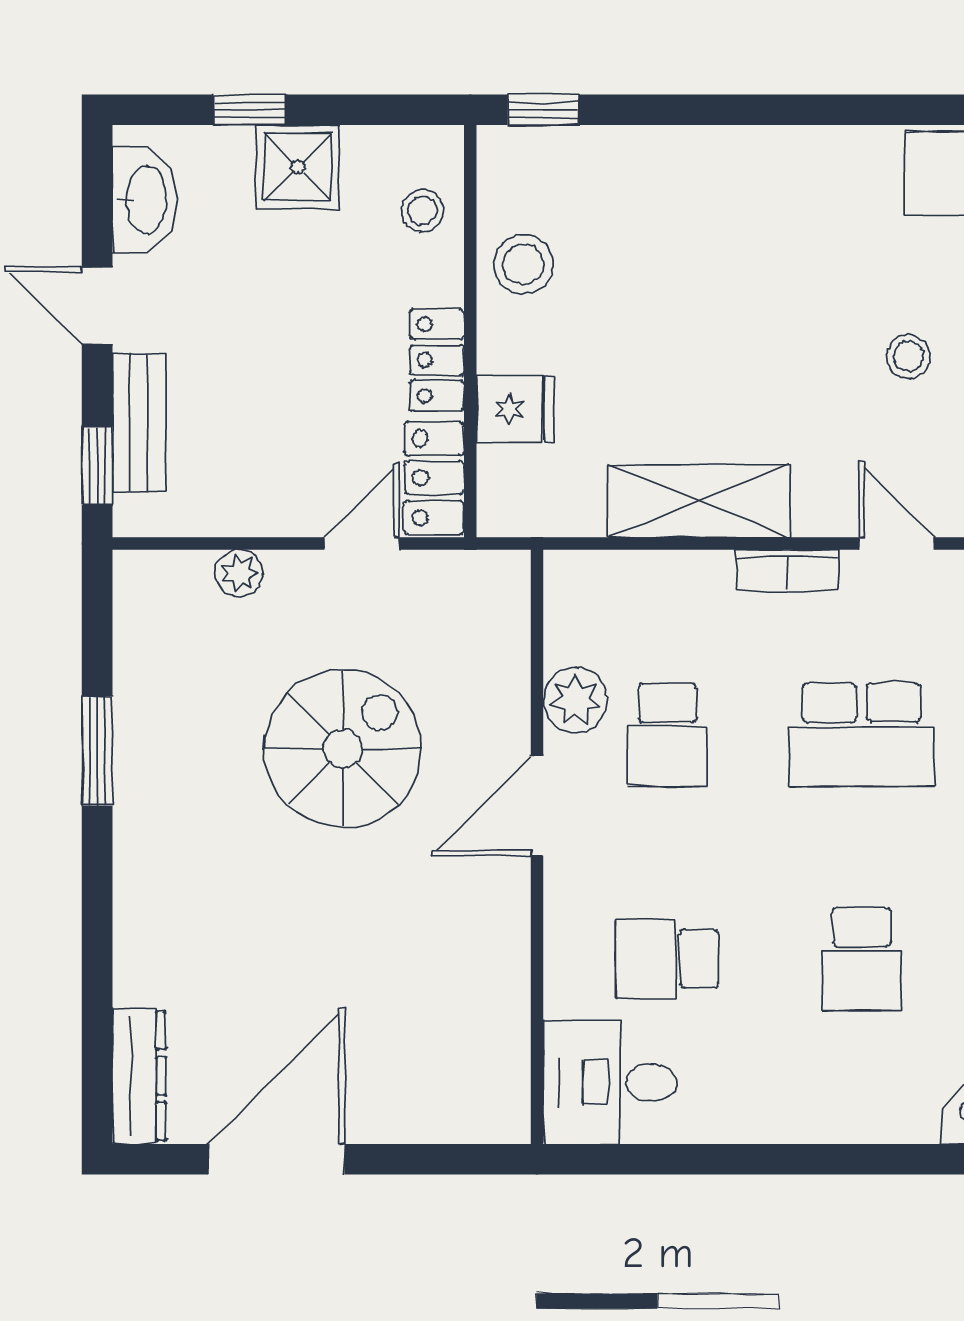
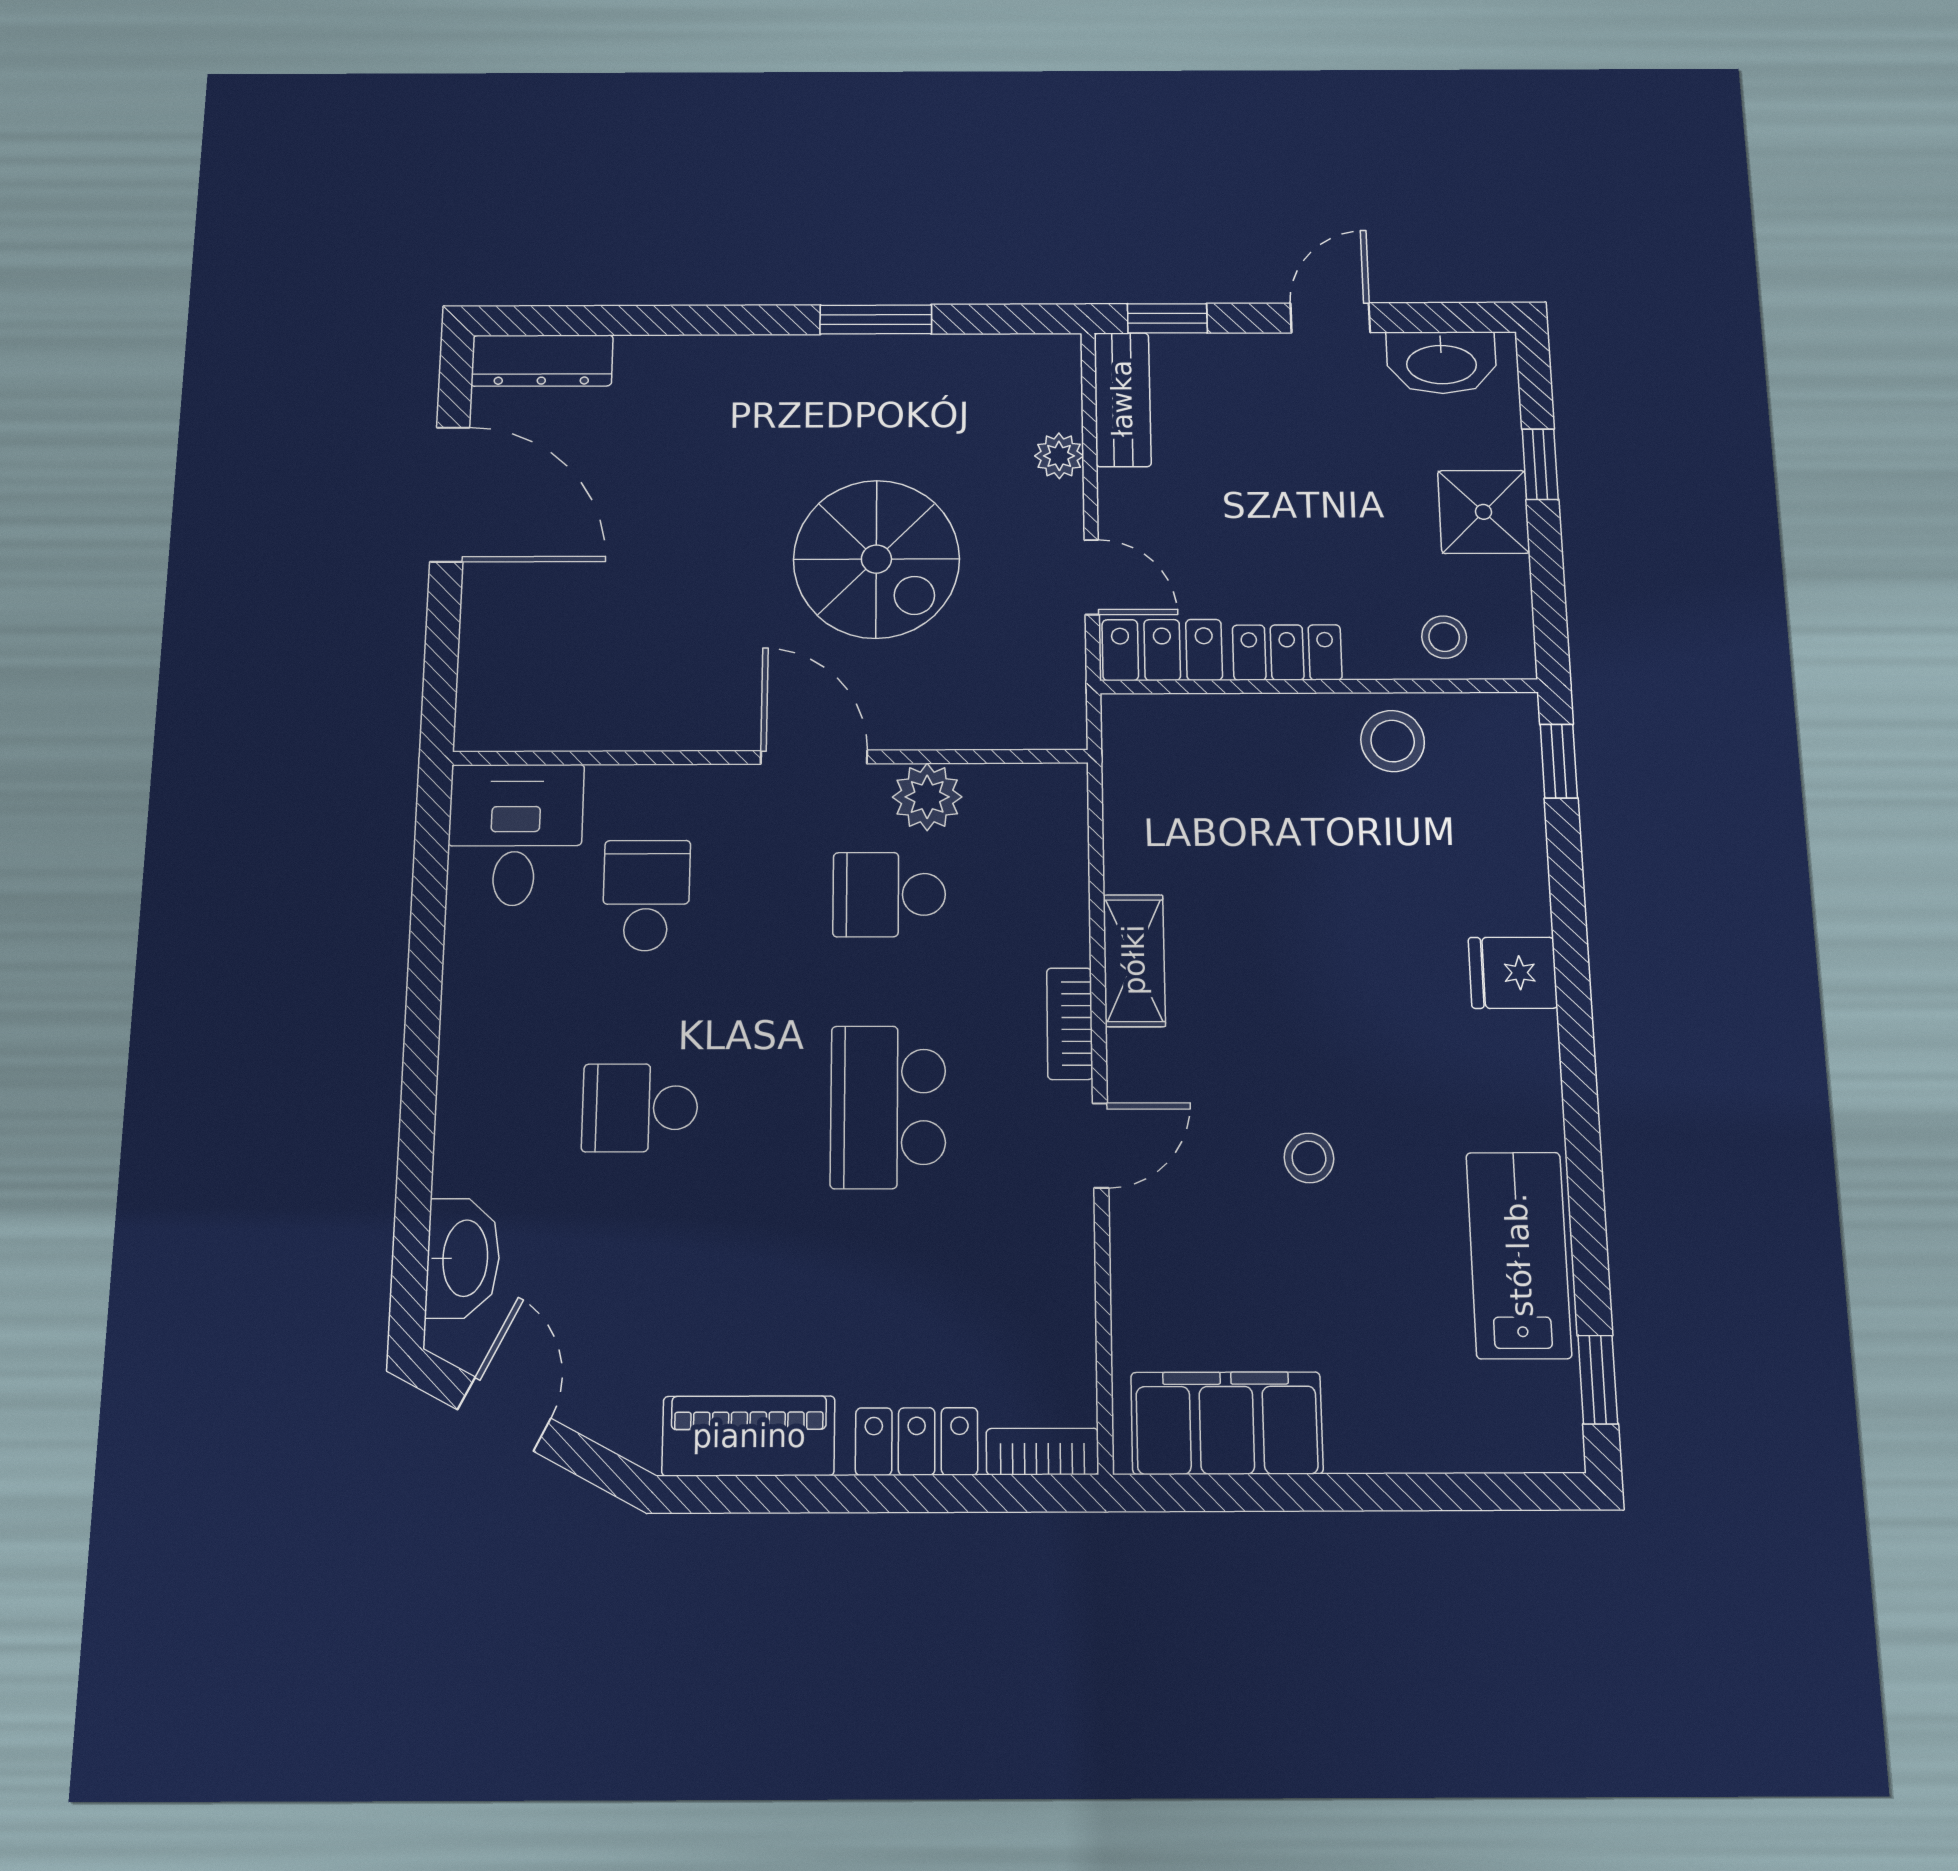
fridge: (515, 409) -> (1513, 973), moved, turned 90
bench: (139, 423) -> (1122, 399), moved, turned 90
shelving: (699, 501) -> (1134, 960), width x0.67, depth x0.75

